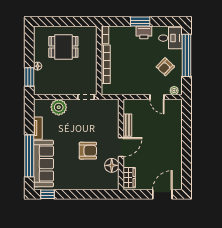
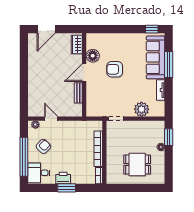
window: (29, 156) -> (169, 65), width x0.68

